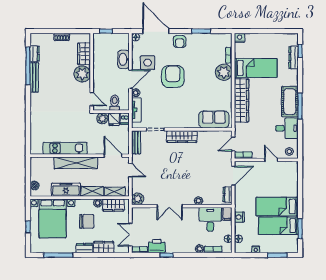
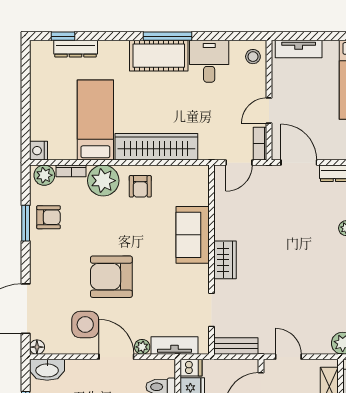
plant: (227, 41) -> (44, 175), added
armchair: (180, 42) -> (49, 217), moved
washbasin: (124, 59) -> (47, 370), moved
armchair: (221, 92) -> (140, 186), added
sofa: (214, 120) -> (193, 235), moved
wardrobe: (182, 137) -> (225, 260), width x0.67
door: (233, 144) -> (239, 163), hinge flipped
door: (271, 160) -> (269, 111), moved
door: (130, 170) -> (288, 357), hinge flipped
tv unit: (293, 176) -> (299, 49), added

